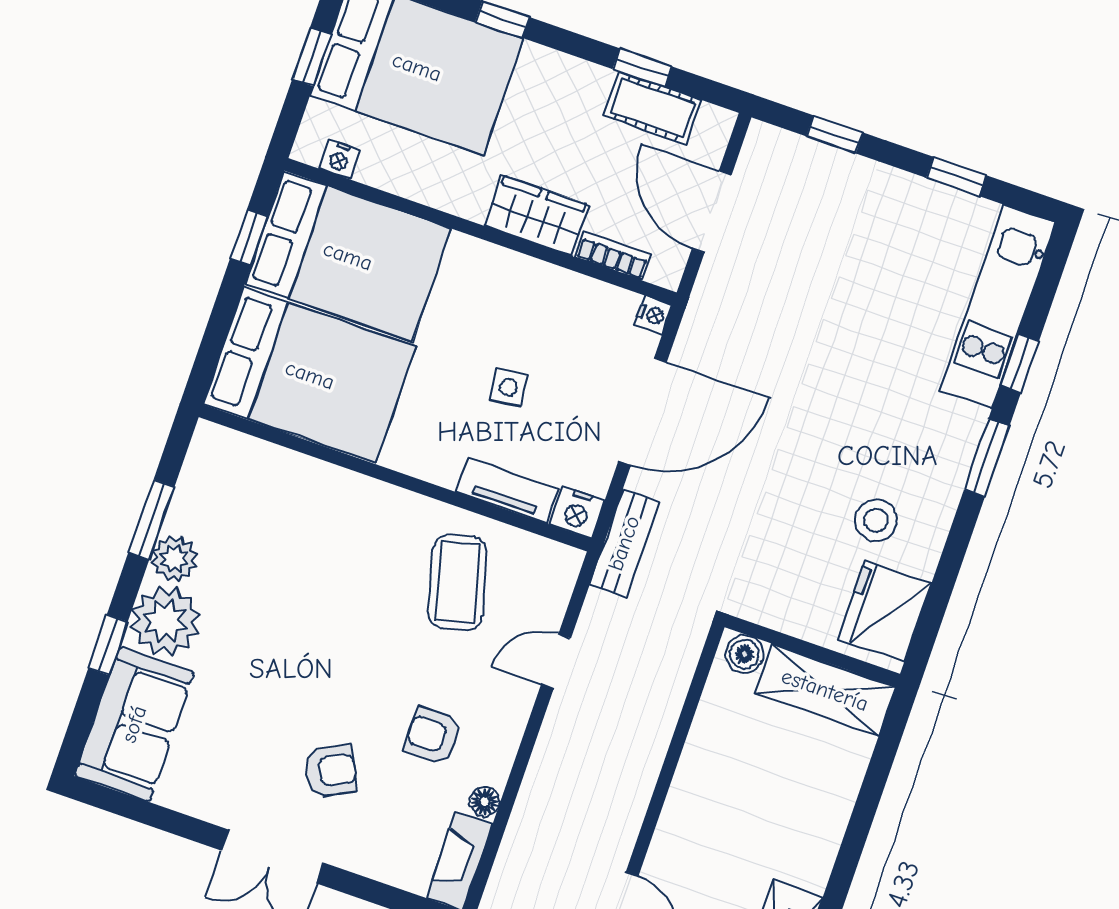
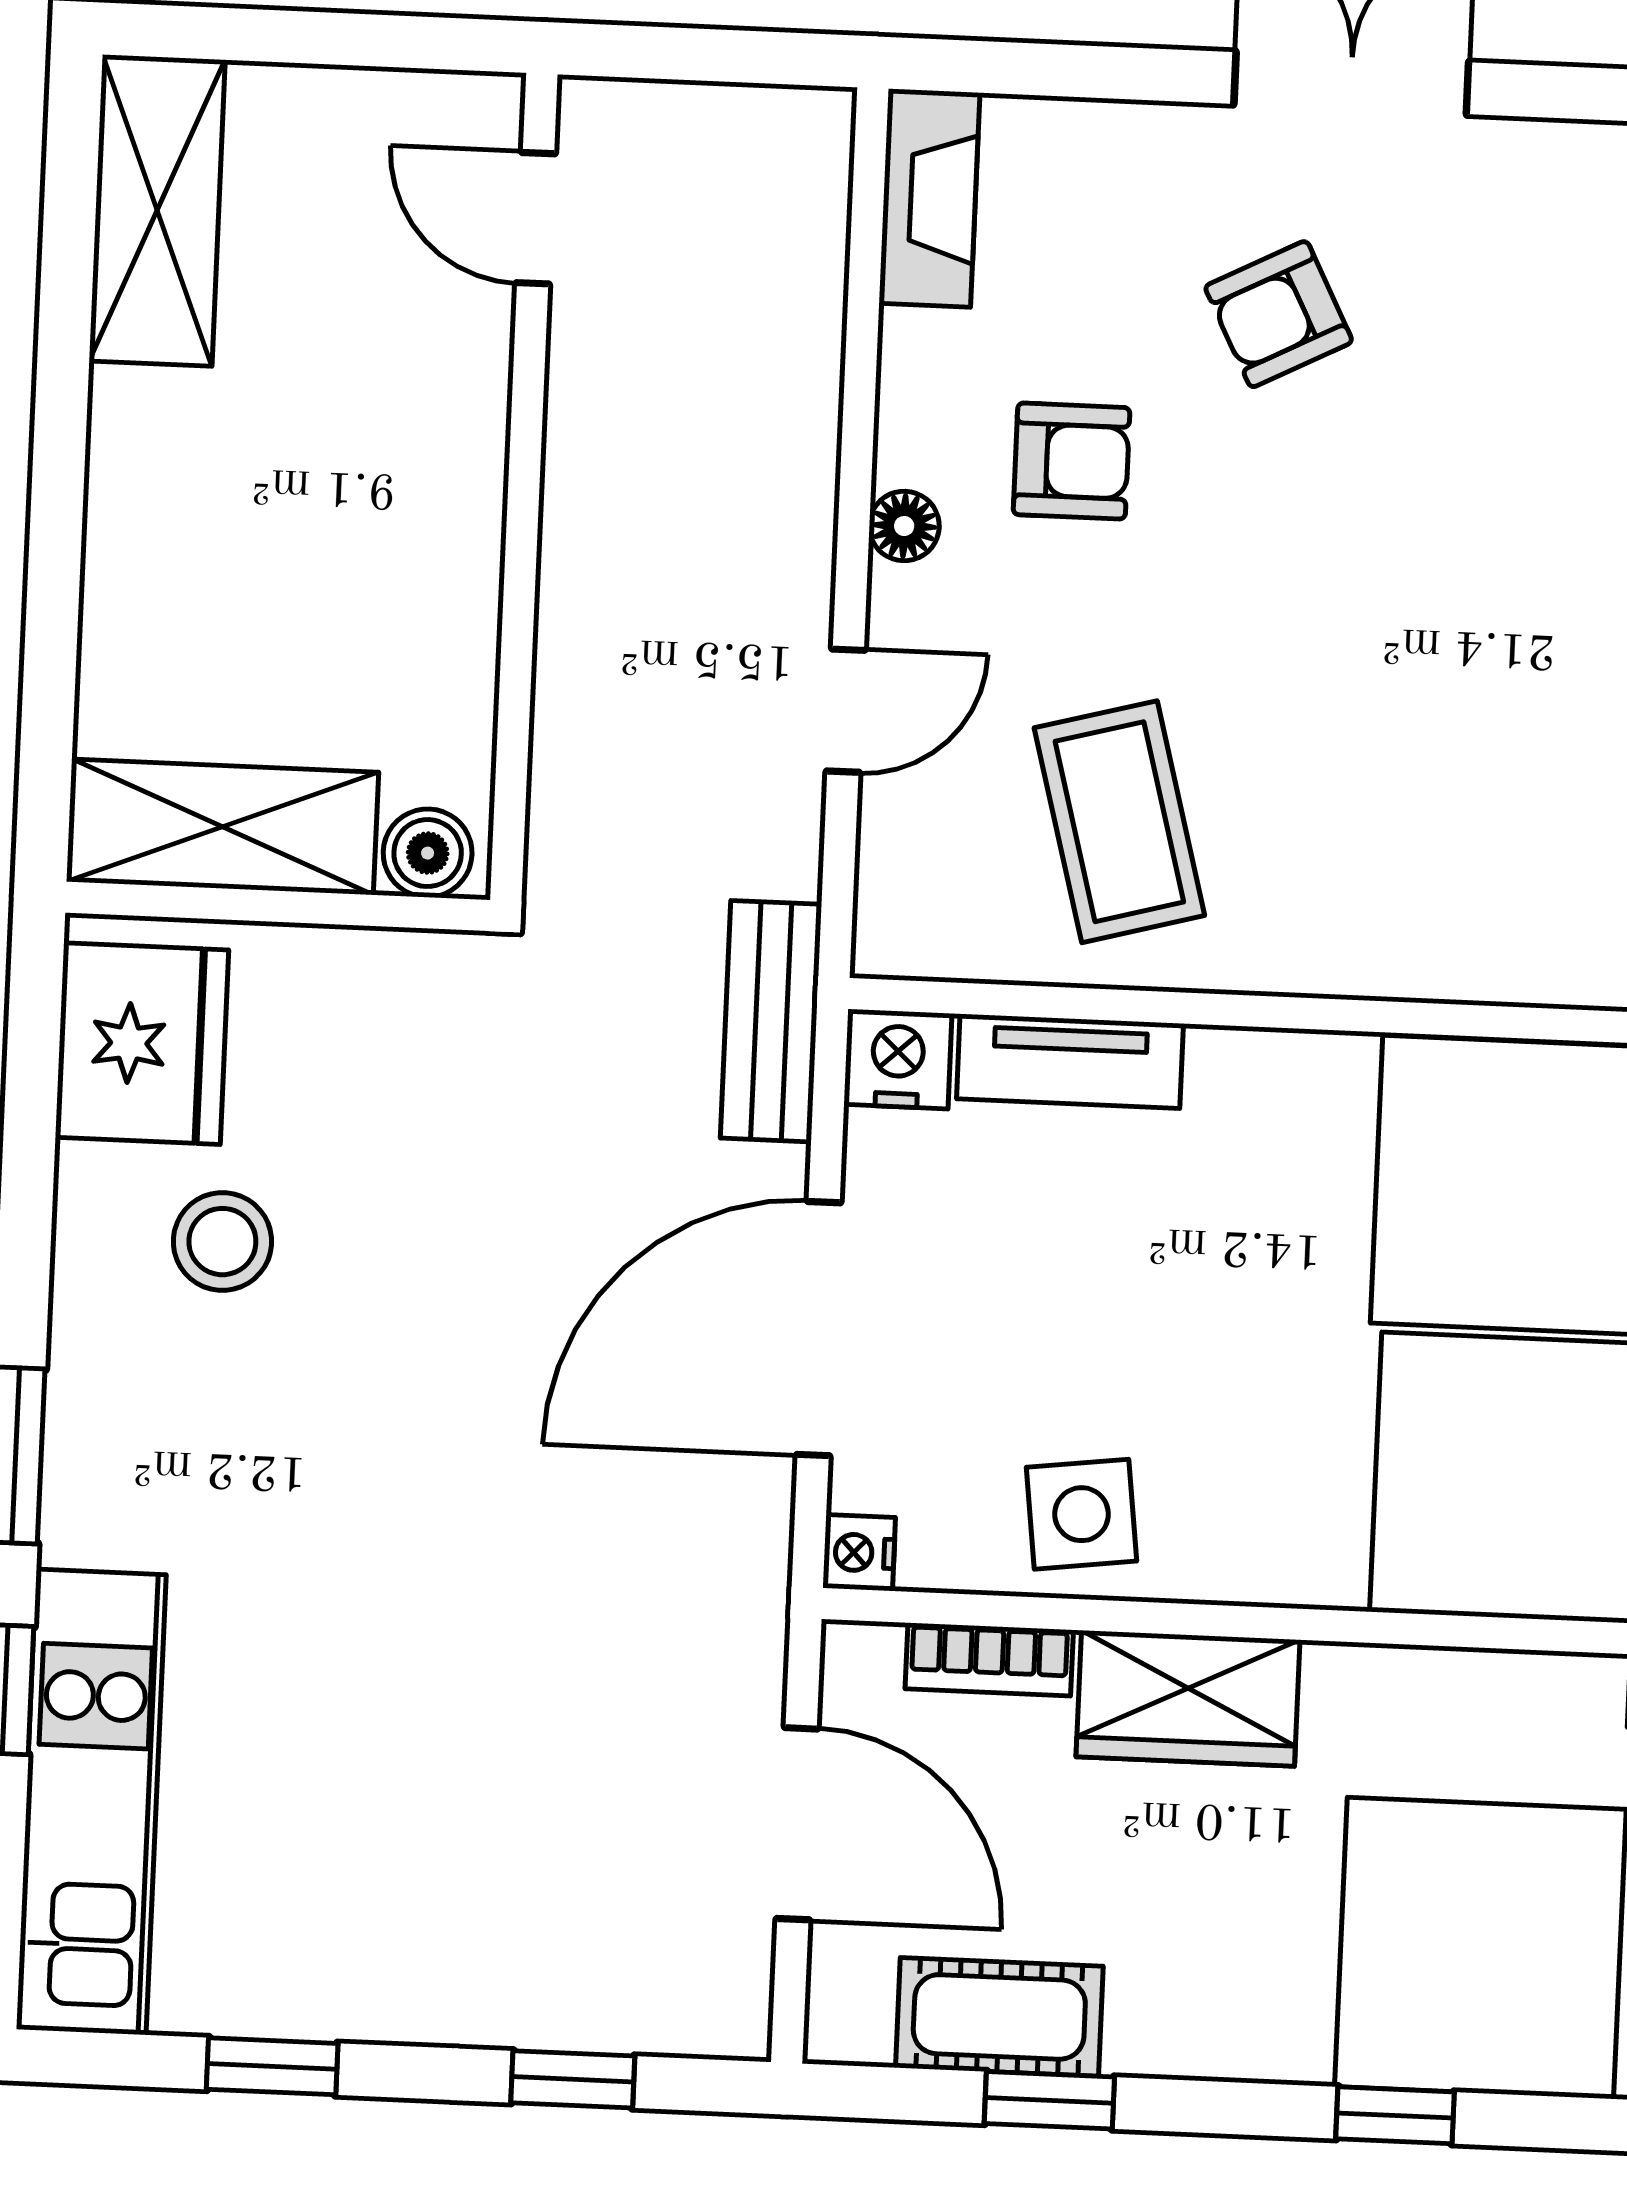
side table: (508, 387) -> (1082, 1514), moved, width x1.37, depth x1.37
floor lamp: (485, 802) -> (904, 526), moved

